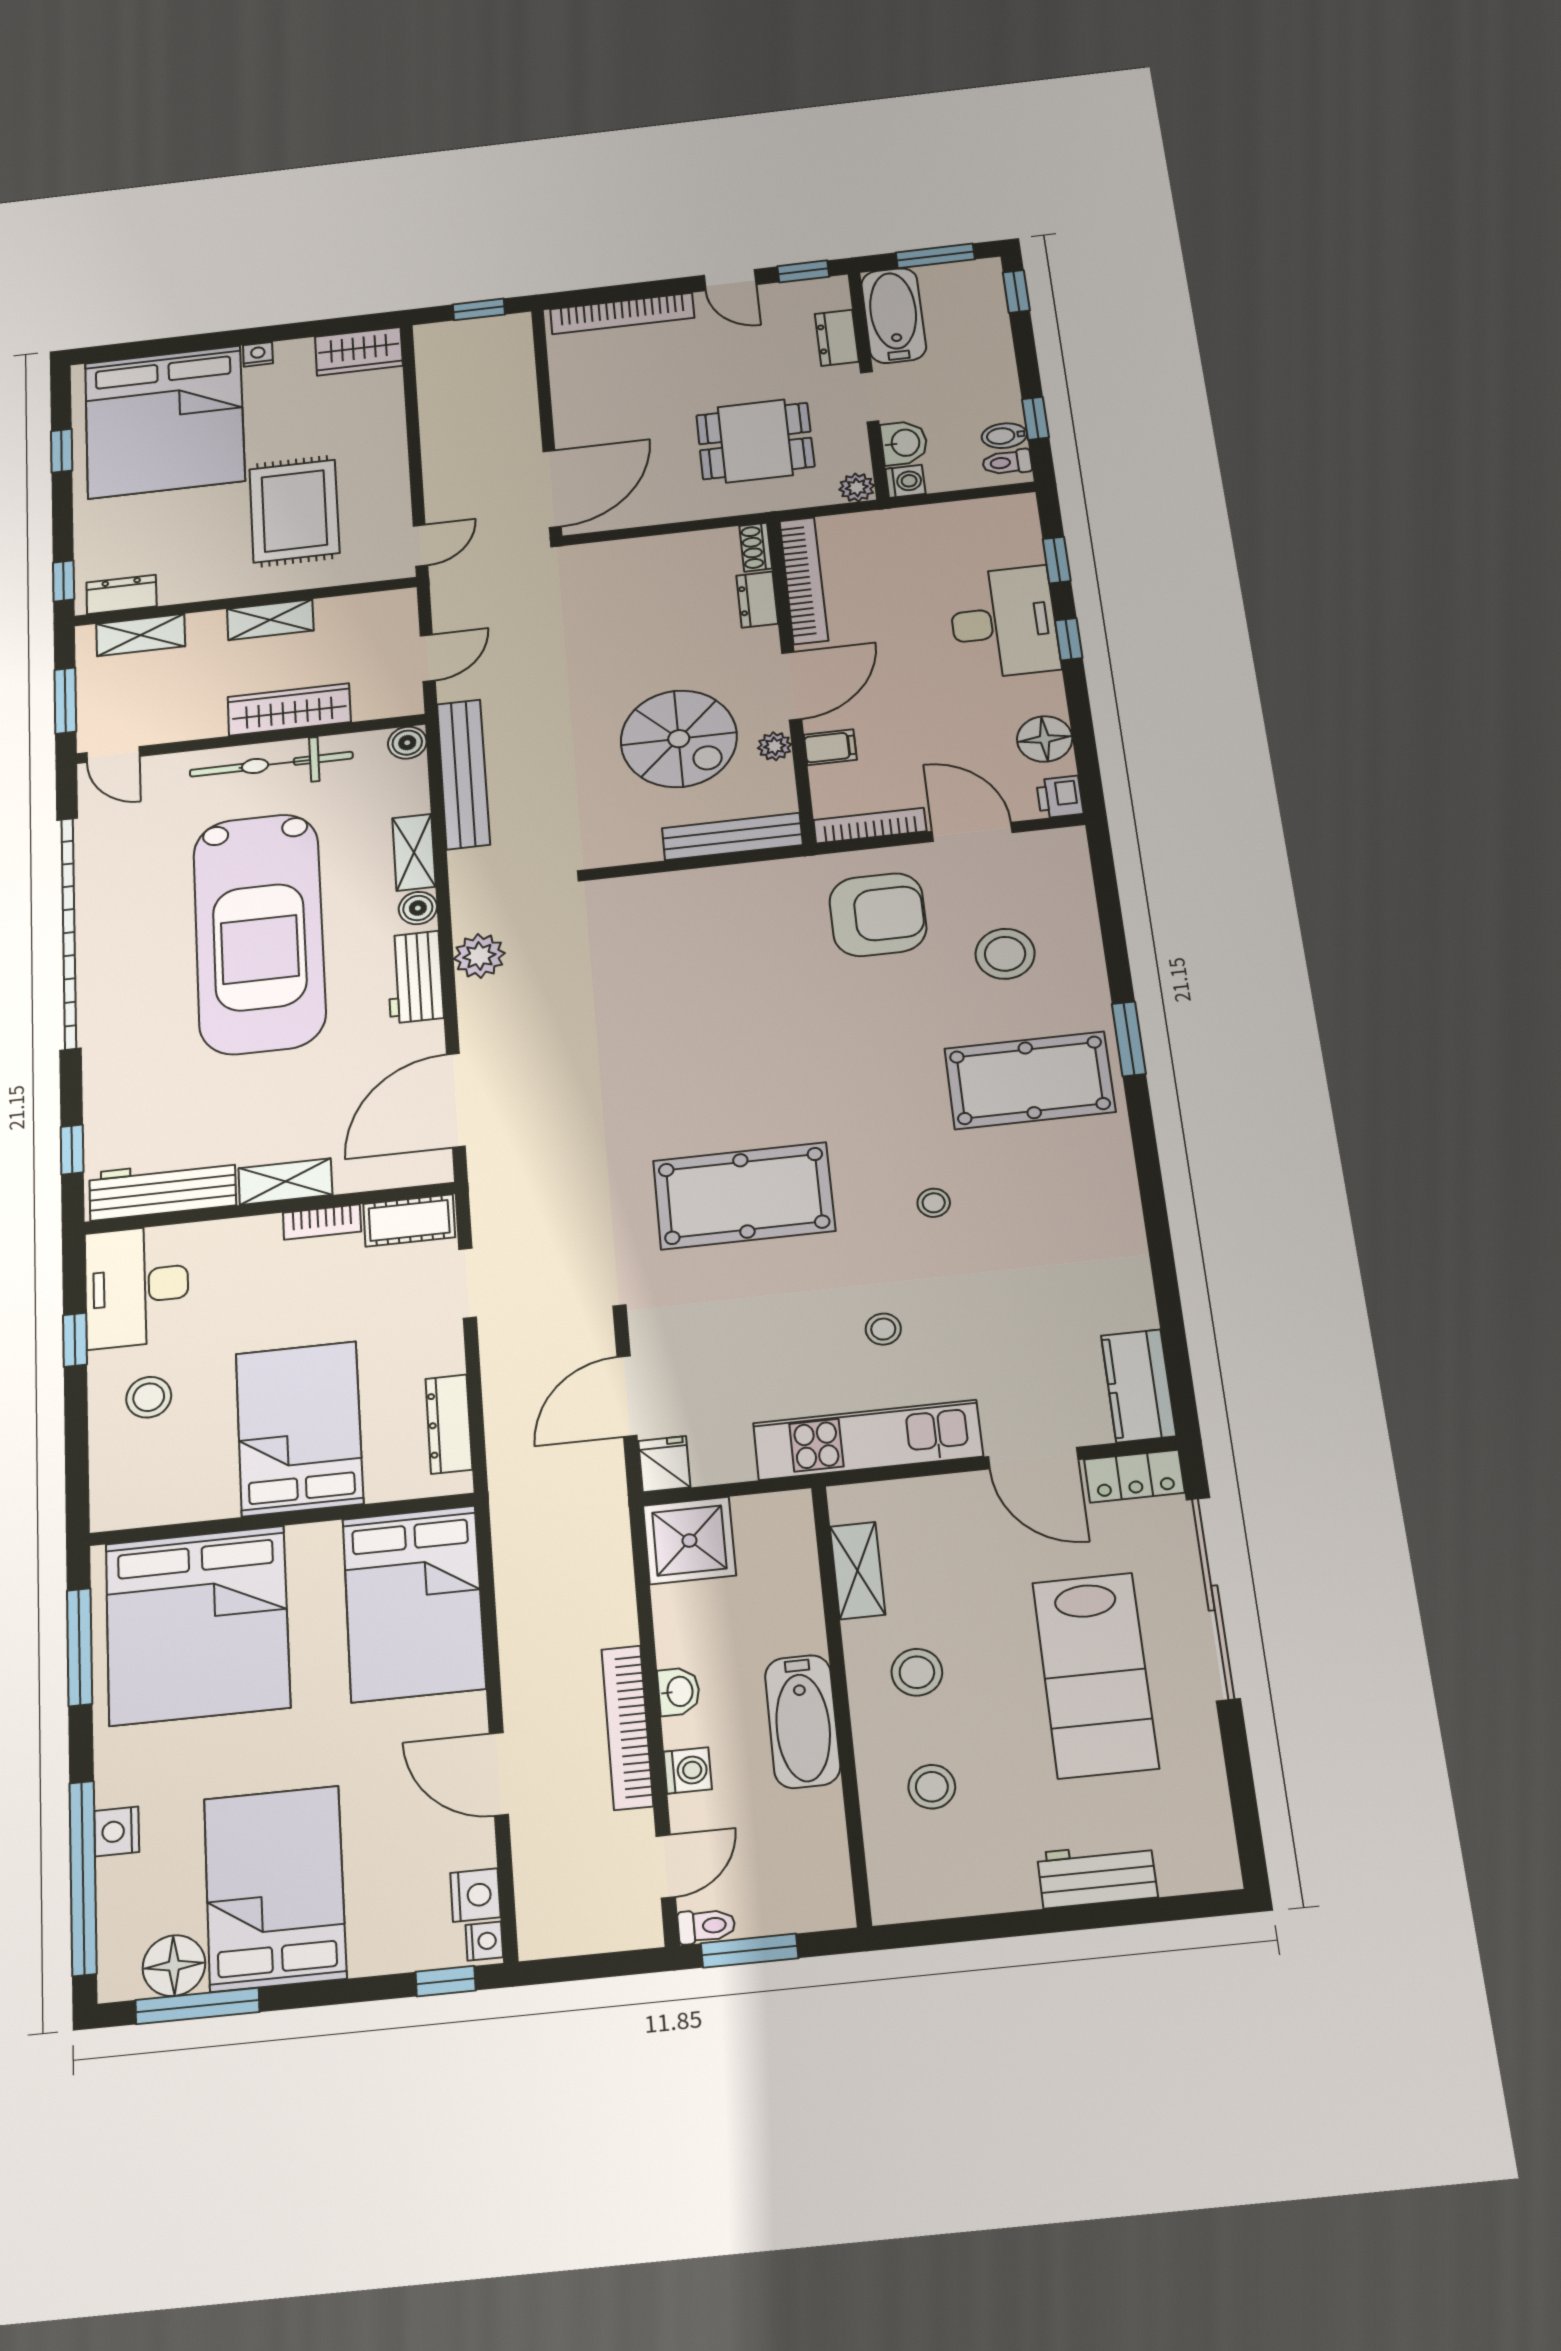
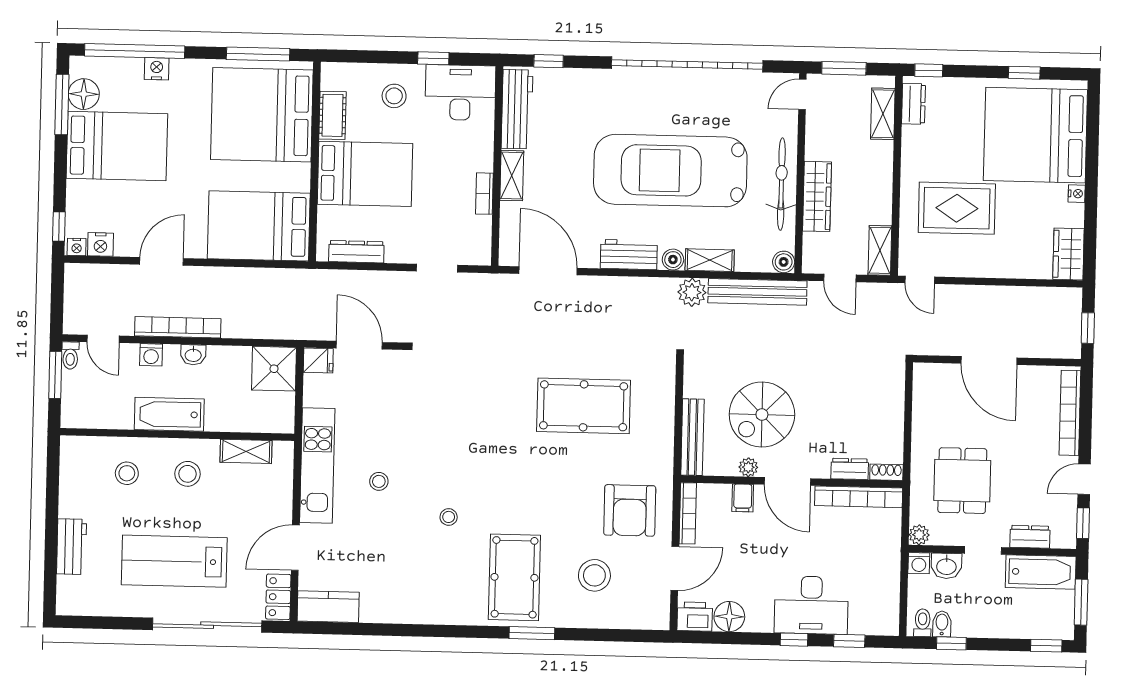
door: (552, 489) -> (989, 361), moved
shelving: (270, 620) -> (880, 250), moved
printer: (1060, 797) -> (695, 617), width x1.36, depth x1.24
plant: (479, 956) -> (692, 292), moved
pool table: (744, 1196) -> (584, 406), moved, turned 90
cot: (409, 1221) -> (332, 115), moved

